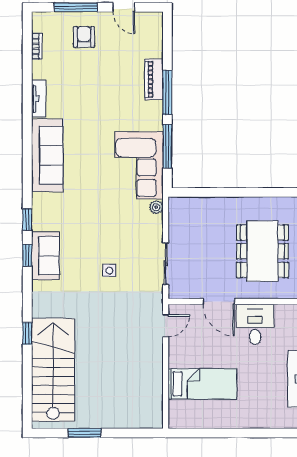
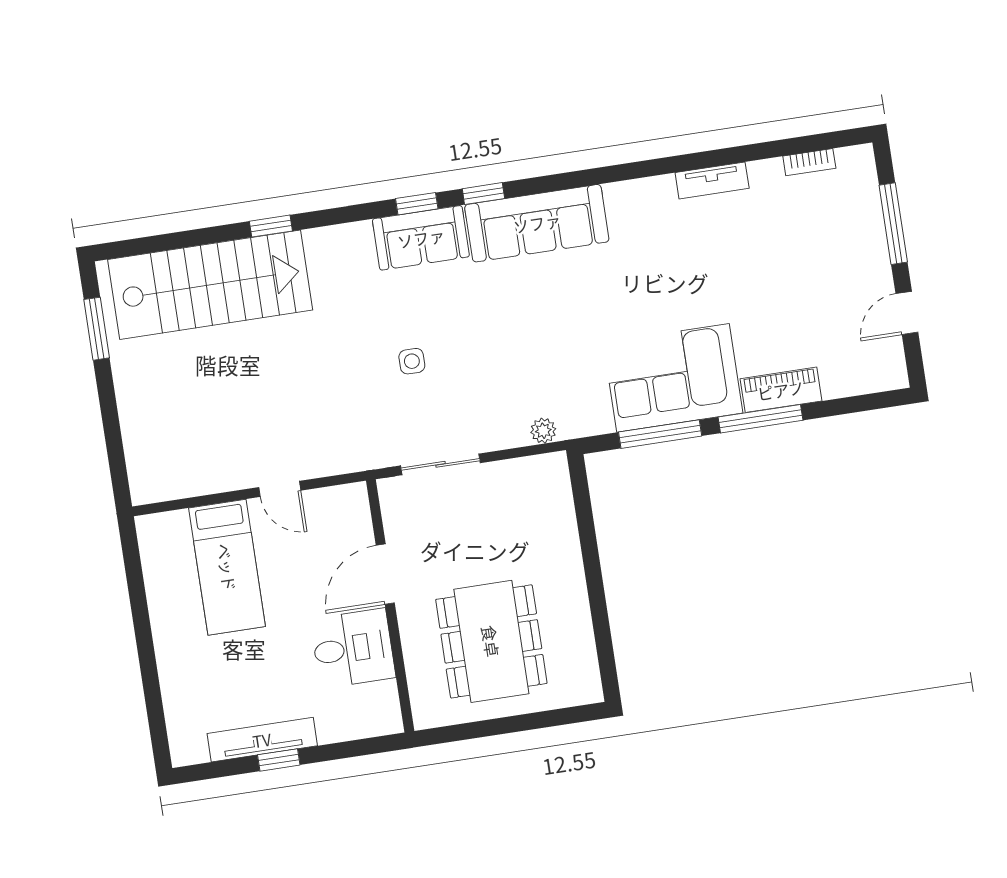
armchair: (84, 37) -> (840, 247), removed
sofa: (47, 155) -> (537, 223), moved
corner sofa: (139, 165) -> (673, 378), moved
dining table: (262, 251) -> (491, 641), turned 90
door: (166, 326) -> (280, 489), moved
window: (84, 433) -> (97, 329), moved

